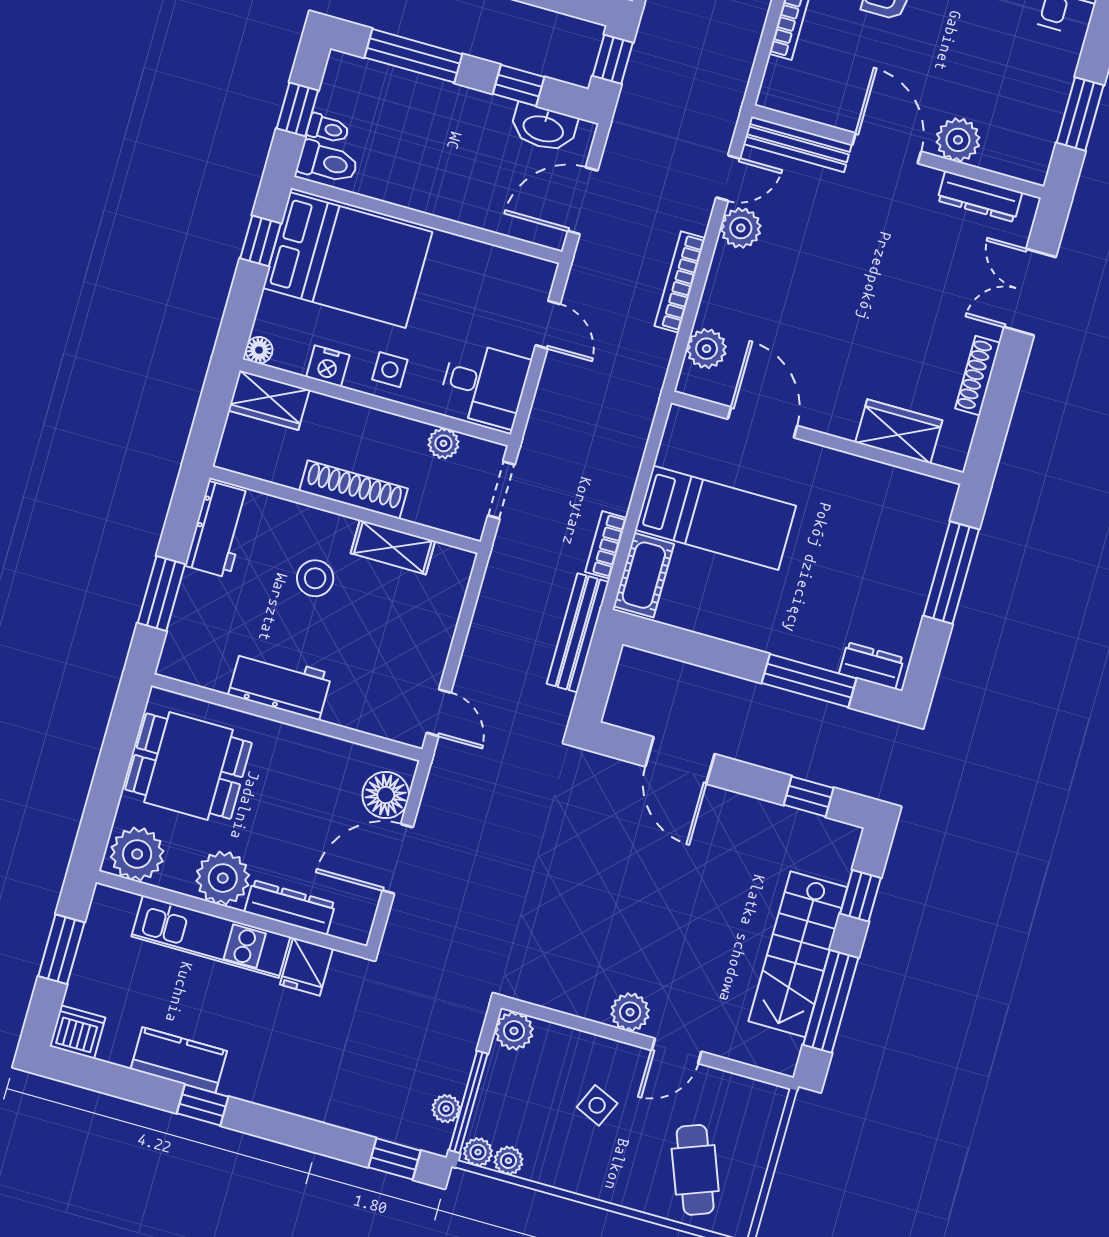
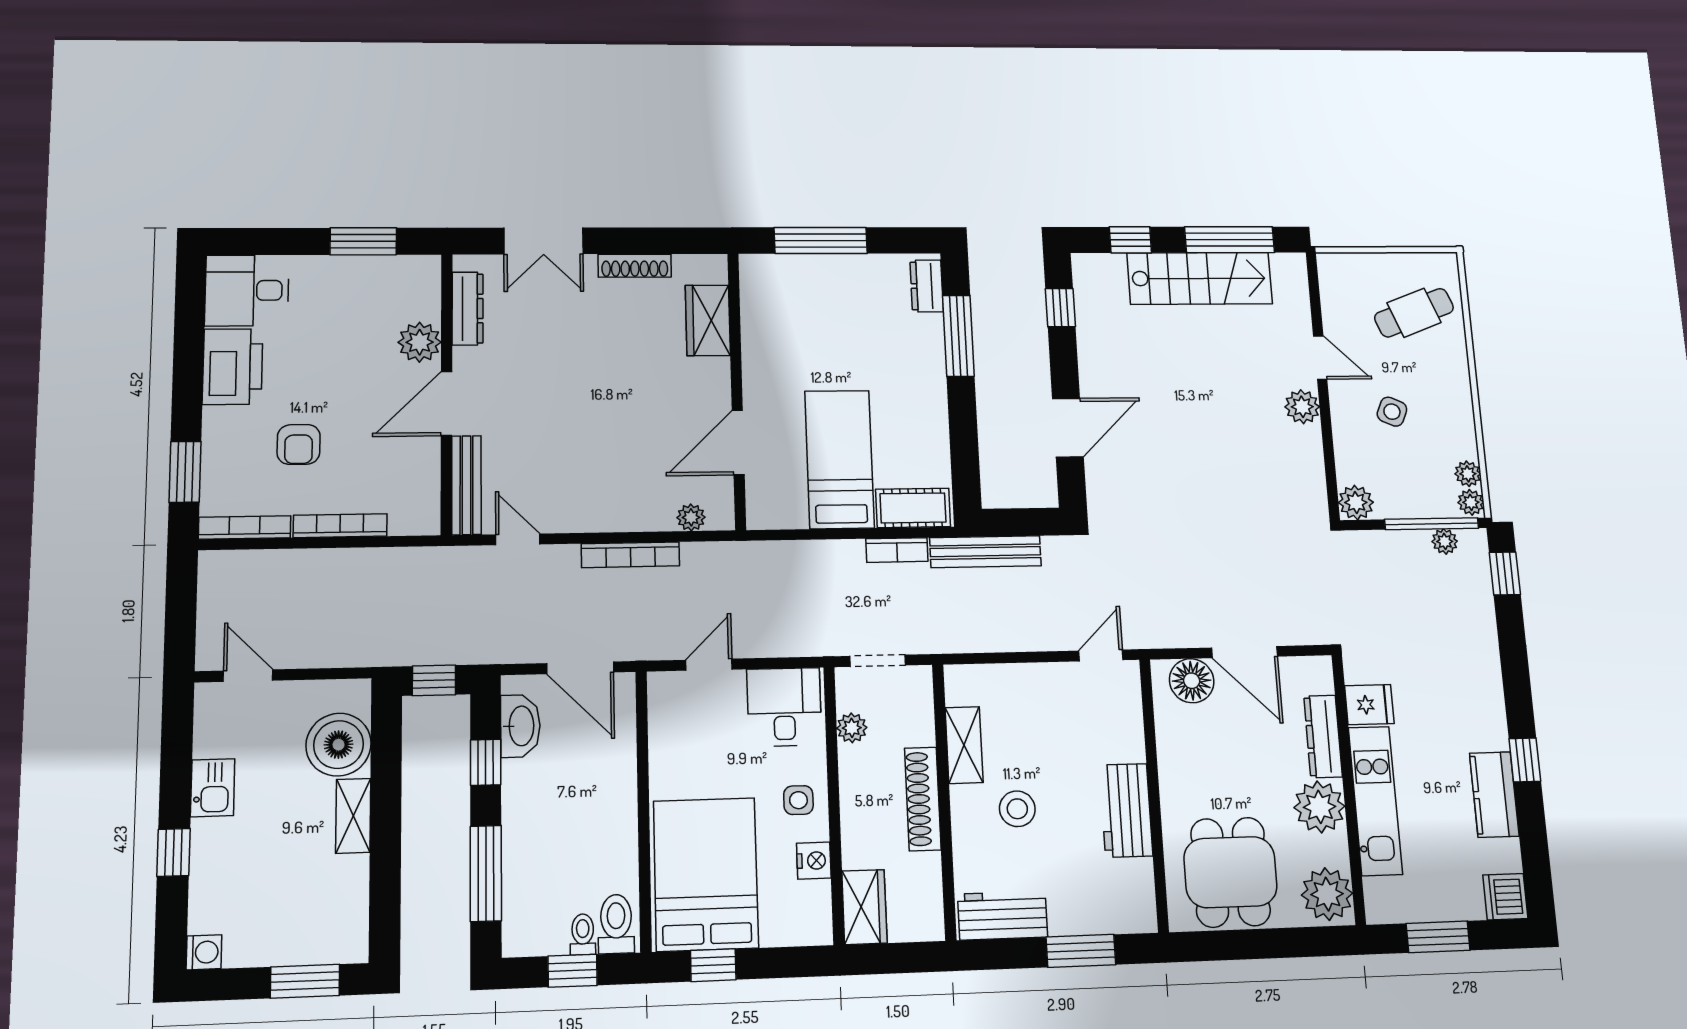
plant: (741, 228) -> (562, 514), removed
plant: (707, 349) -> (691, 517), width x0.73, depth x0.73
floor lamp: (259, 350) -> (820, 932), removed

